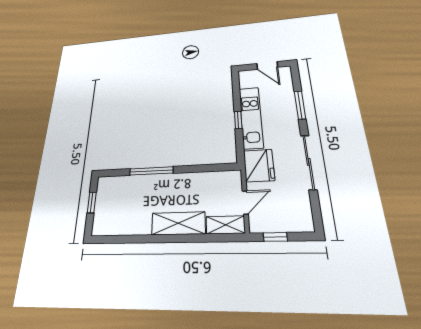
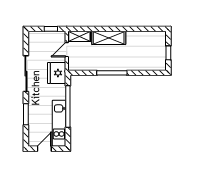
door: (267, 65) -> (44, 149), hinge flipped
kitchen unit: (251, 117) -> (59, 123), moved
window: (238, 120) -> (68, 106), width x3.17
window: (151, 171) -> (112, 73), moved

